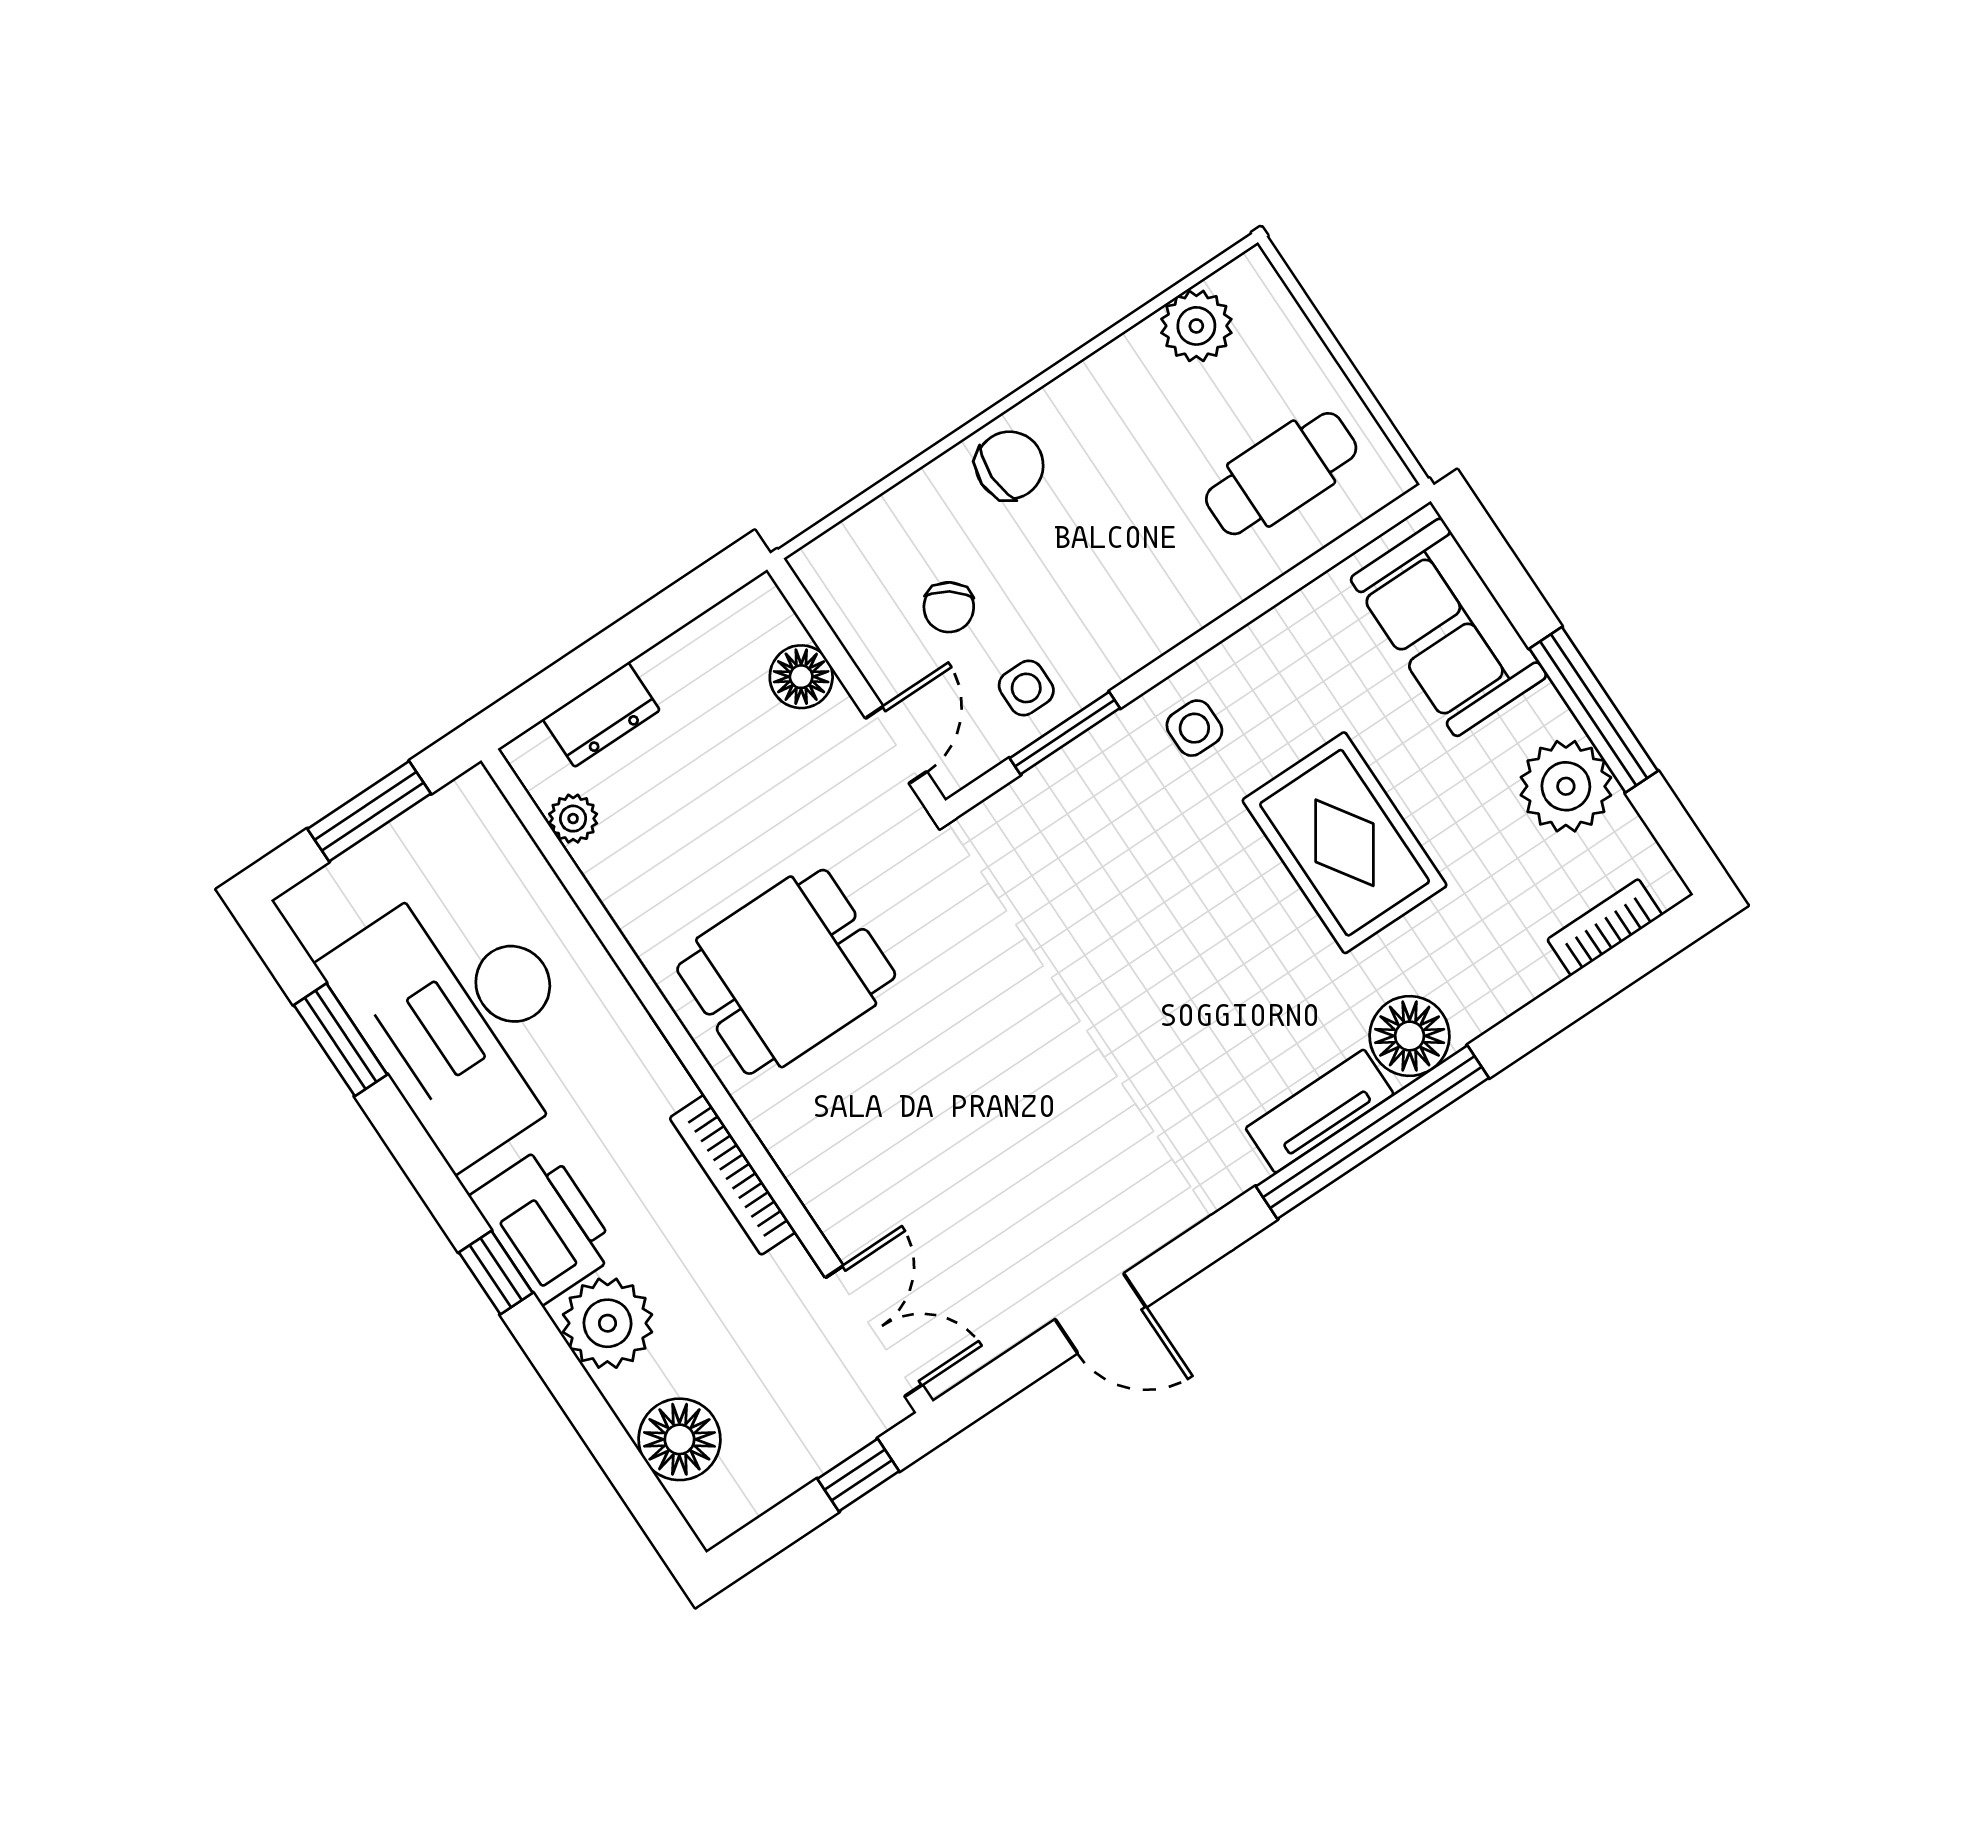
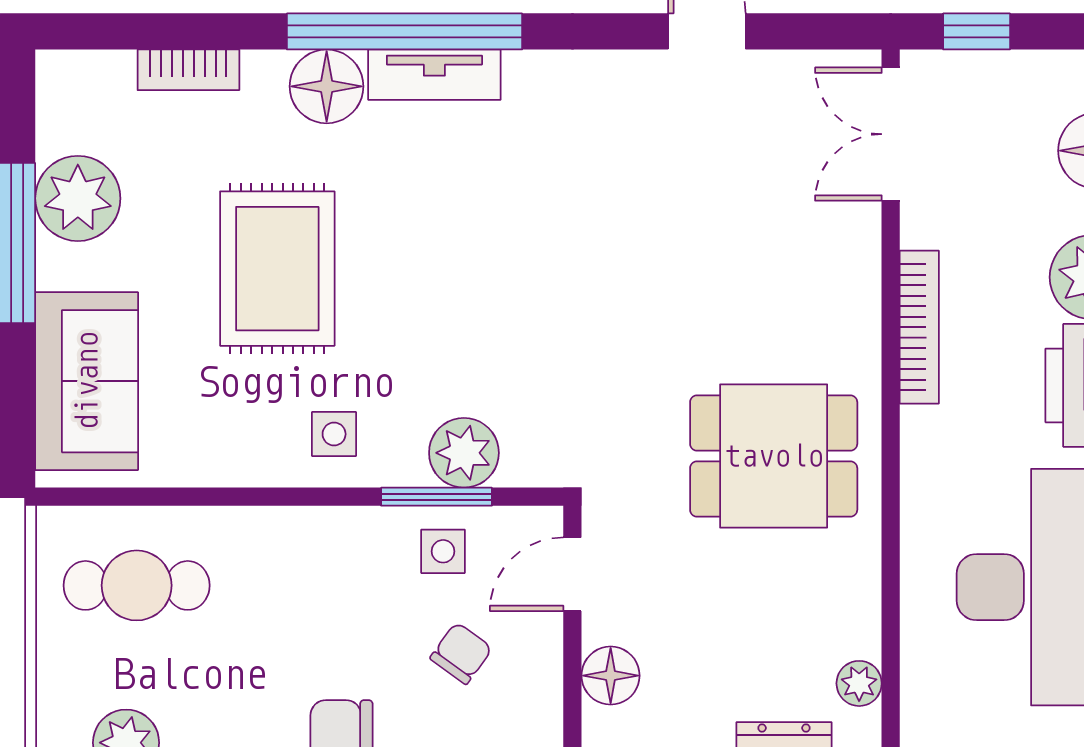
plant: (1066, 789) -> (464, 453), added
bookcase: (1605, 927) -> (188, 70), moved

